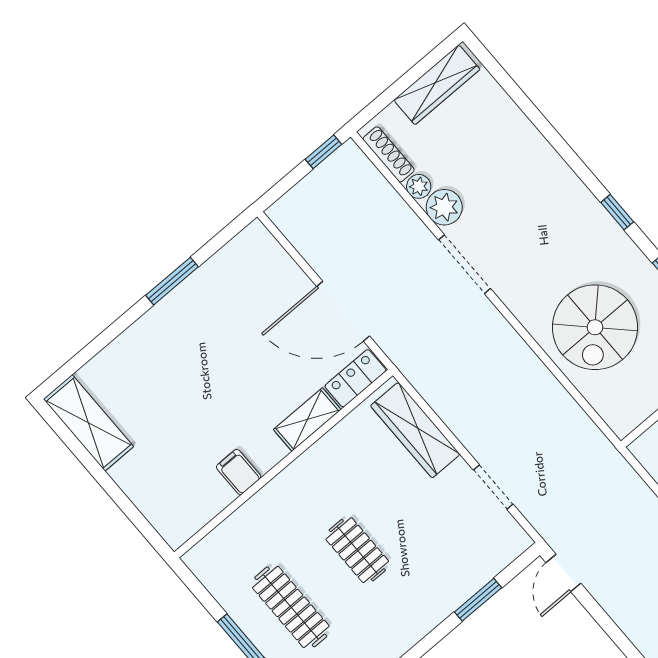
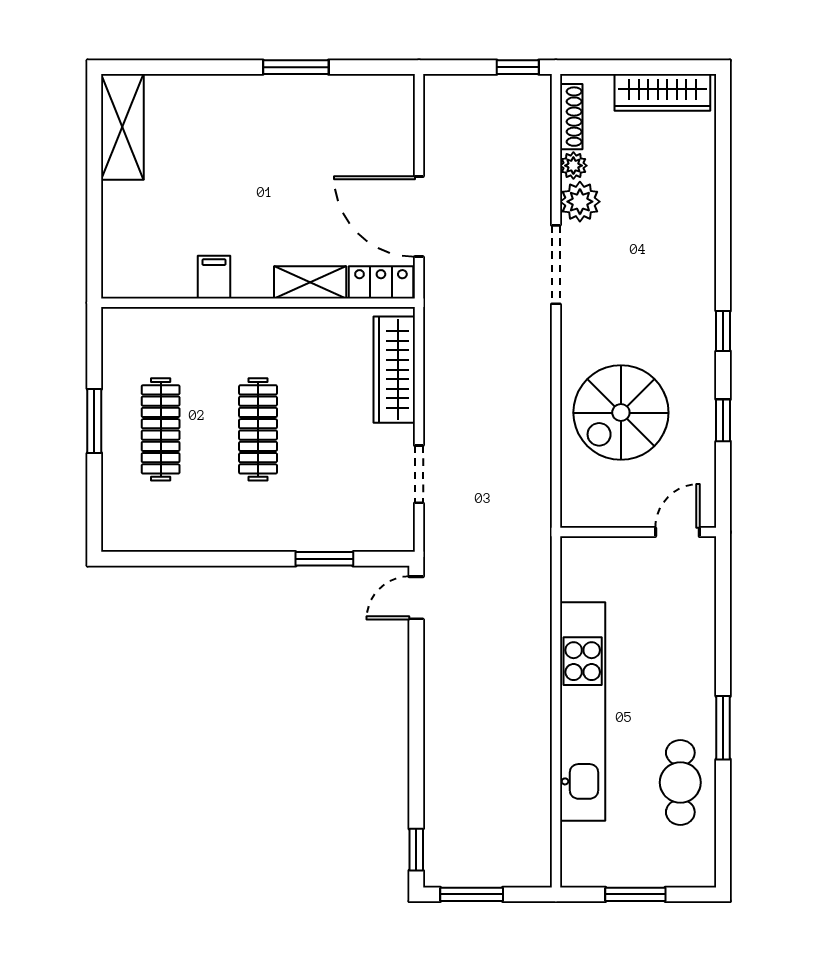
clothes rail: (357, 550) -> (258, 429), width x1.36

